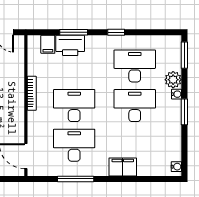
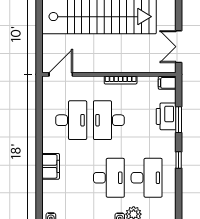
filing cabinet: (48, 44) -> (167, 83), moved
desk: (74, 106) -> (109, 120), turned 180
window: (76, 179) -> (39, 122), removed

